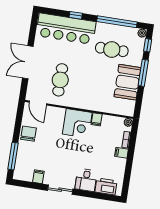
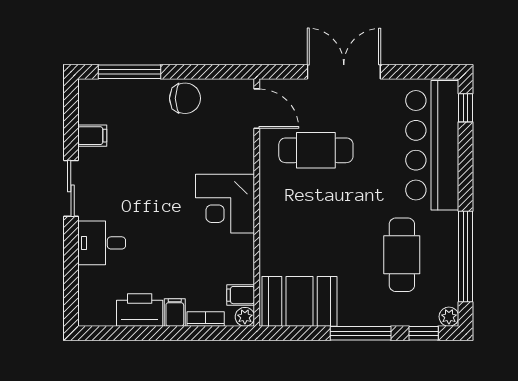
window: (76, 15) -> (466, 108), moved
booth: (128, 82) -> (300, 301), moved
door: (38, 103) -> (257, 109), swing flipped
filing cabinet: (97, 119) -> (241, 295), moved
printer: (106, 186) -> (140, 310), moved, turned -90

